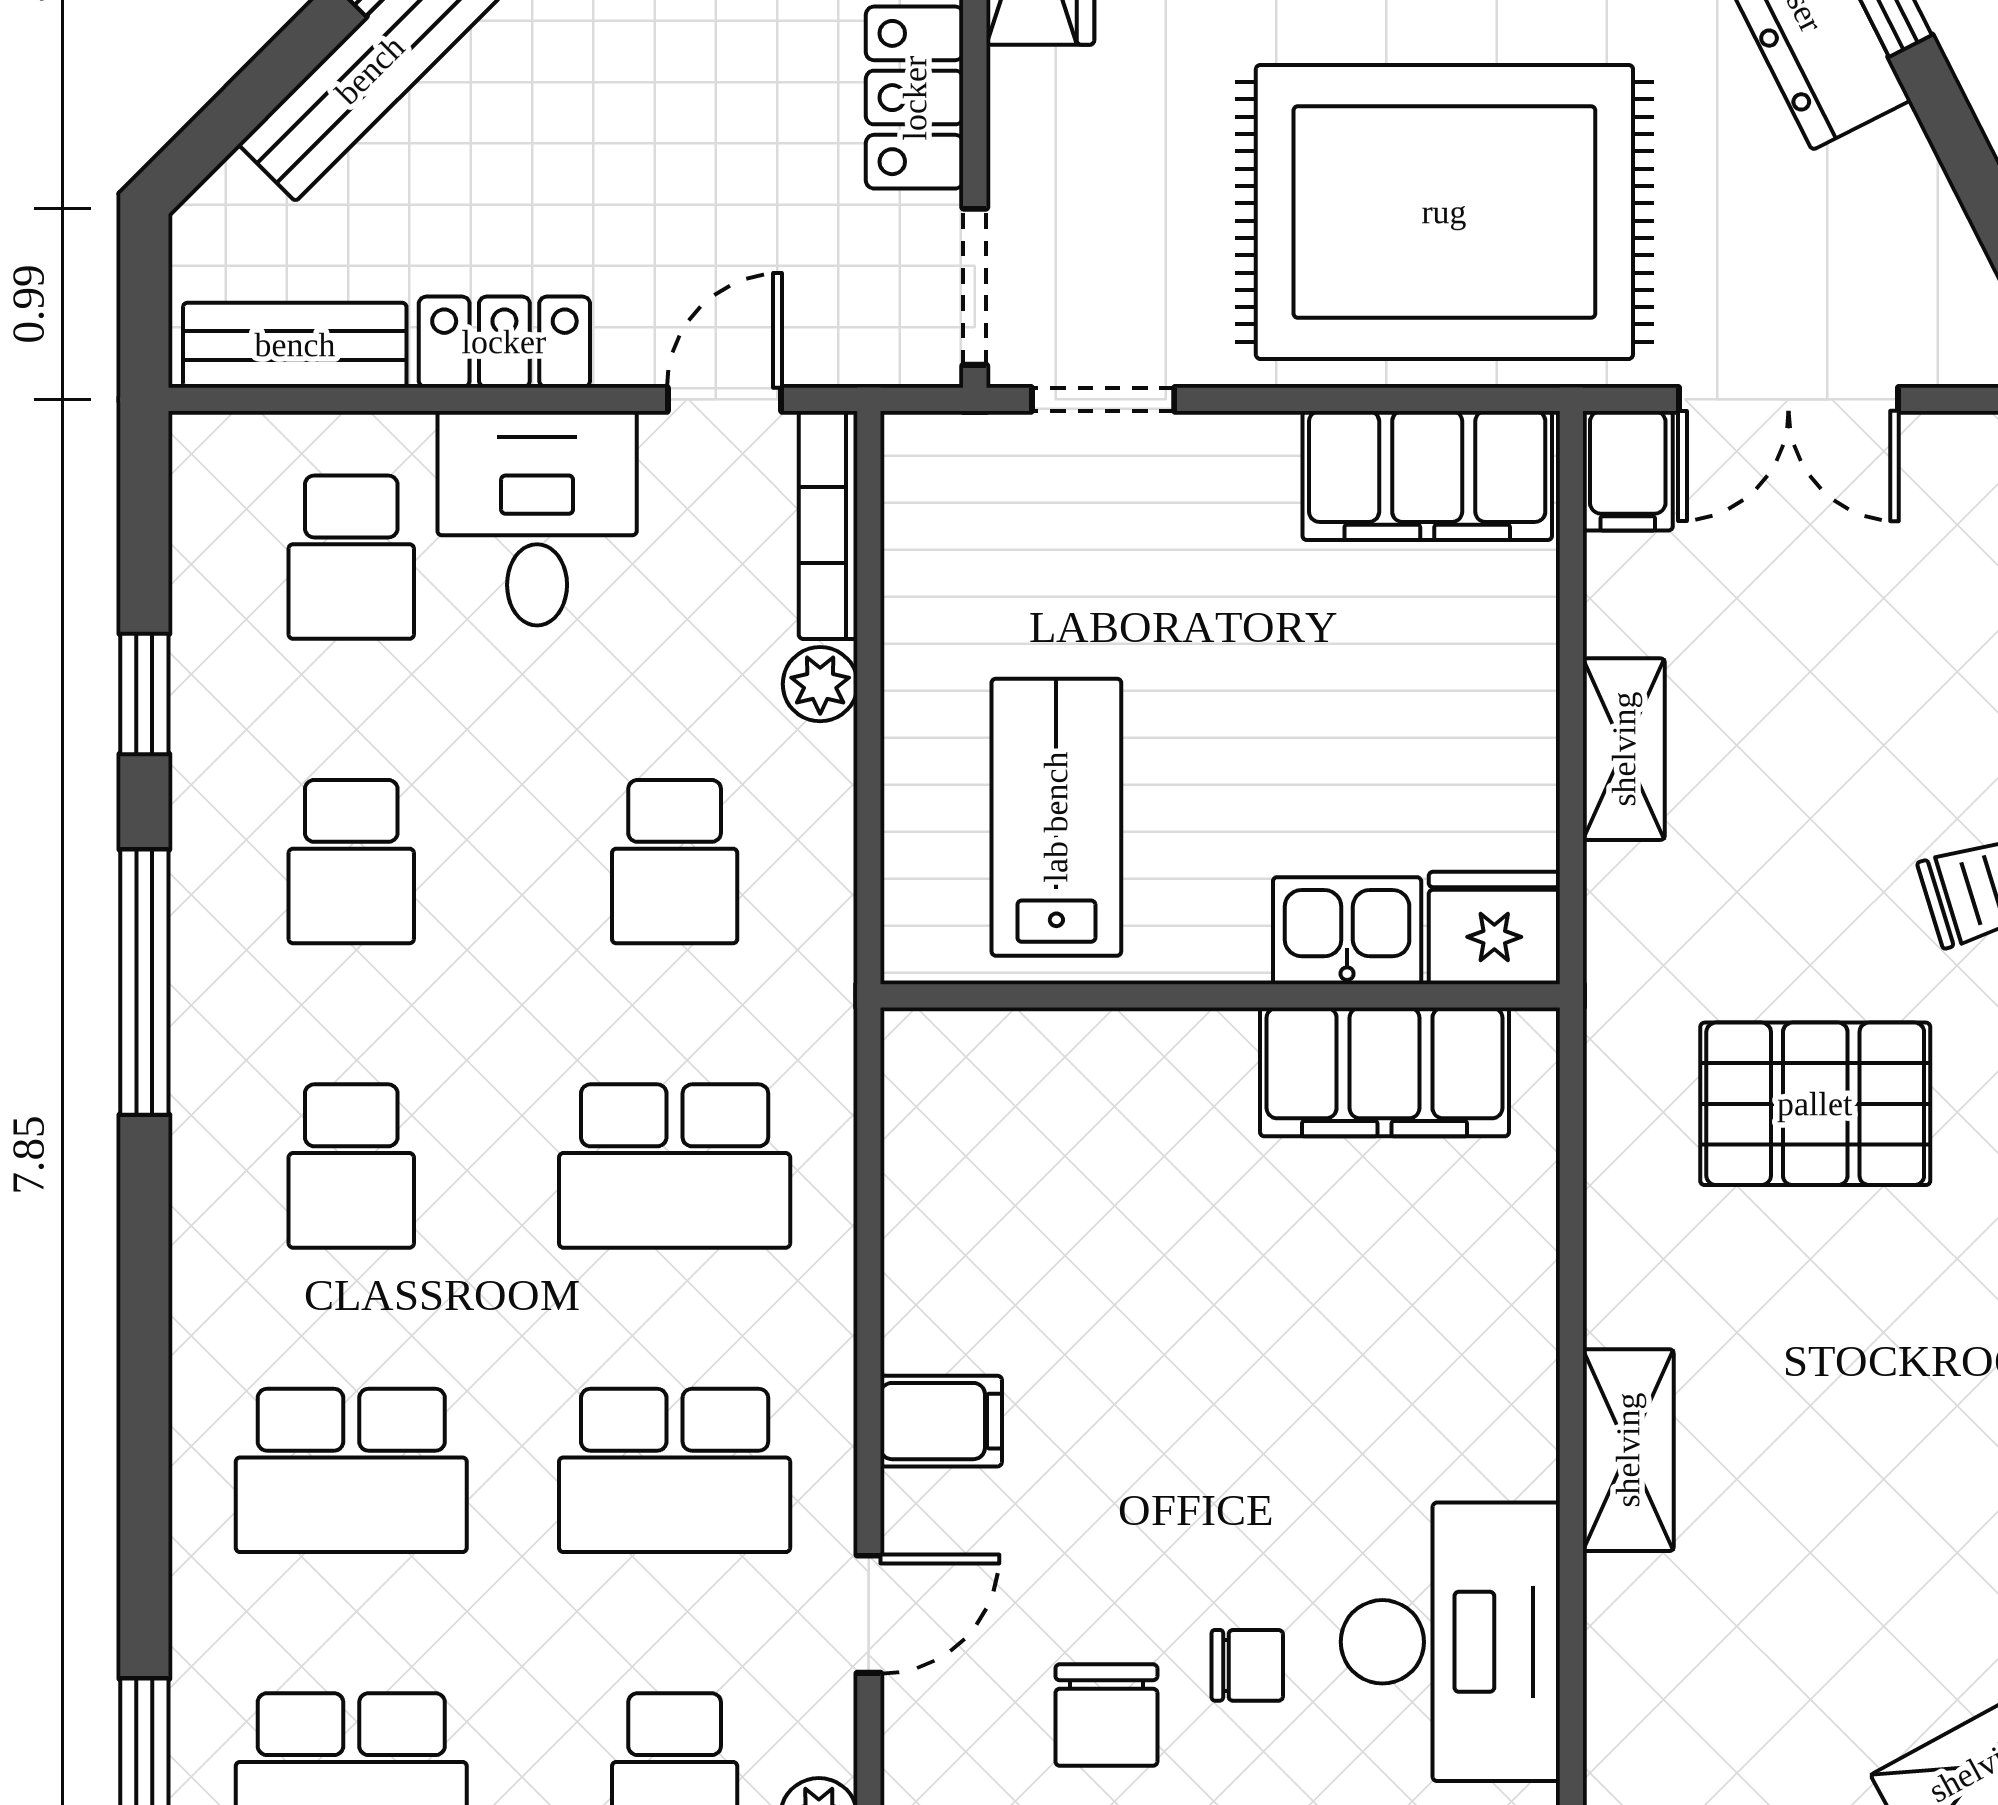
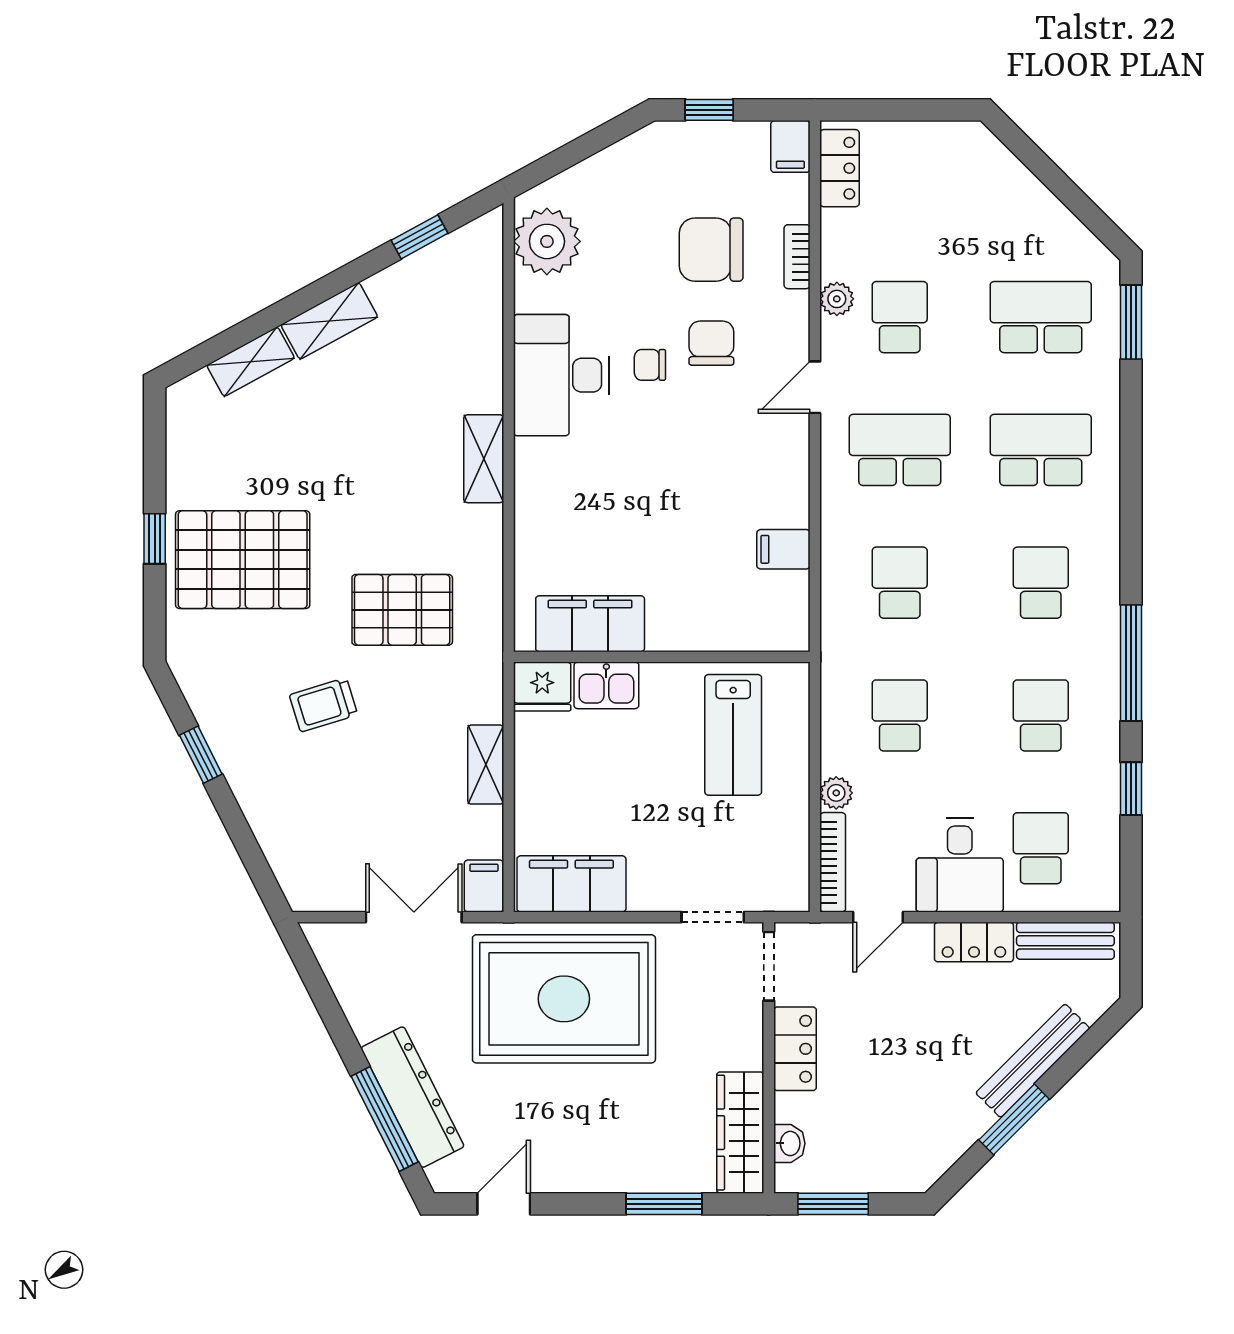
school desk: (675, 1166) -> (900, 583), width x0.54
filing cabinet: (941, 1421) -> (783, 549), moved

